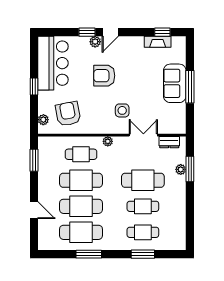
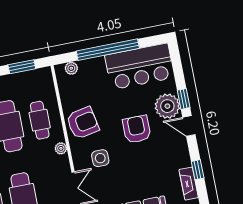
window: (162, 32) -> (198, 170), moved
plant: (95, 42) -> (167, 106), width x1.88, depth x1.88
window: (34, 87) -> (108, 50), width x3.17
armchair: (68, 114) -> (83, 123), moved

